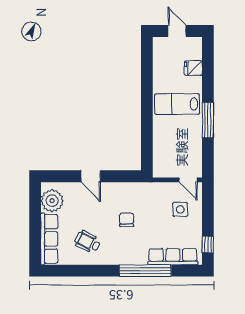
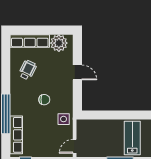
door: (91, 176) -> (77, 72), swing flipped
side table: (180, 209) -> (64, 119), moved

